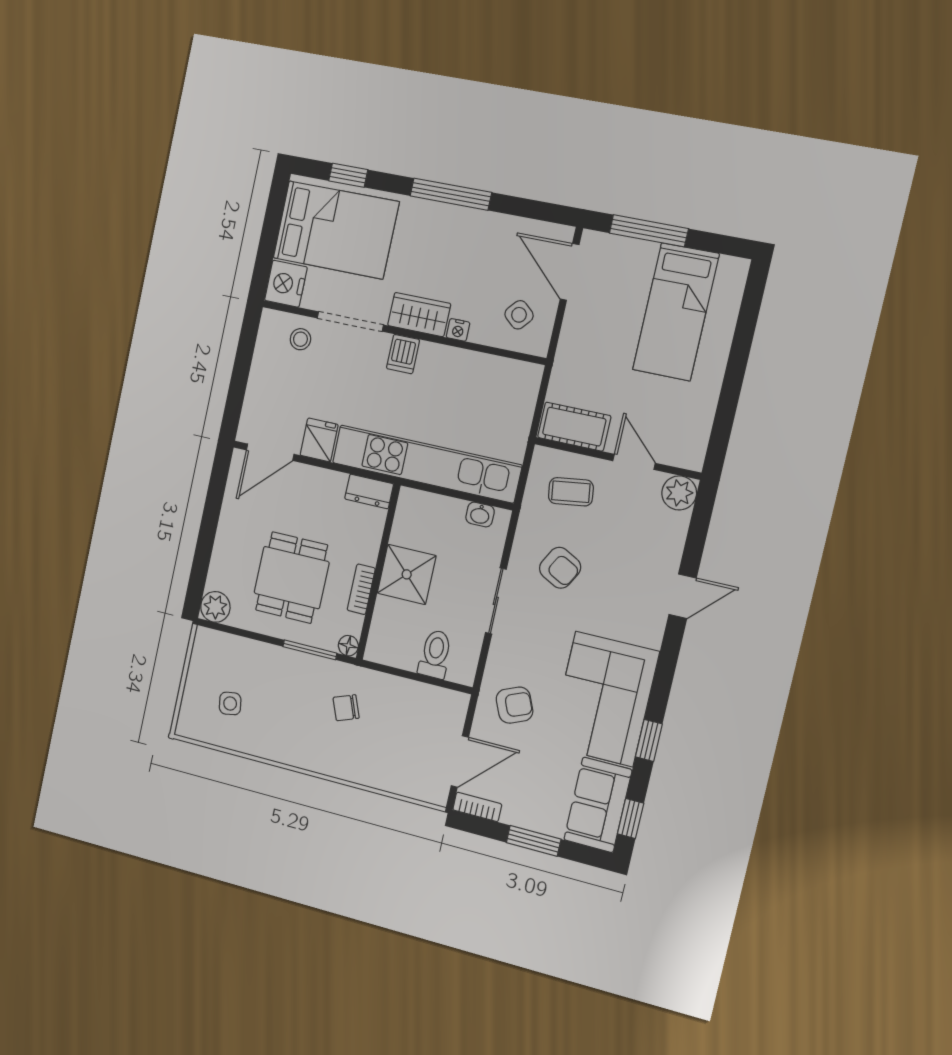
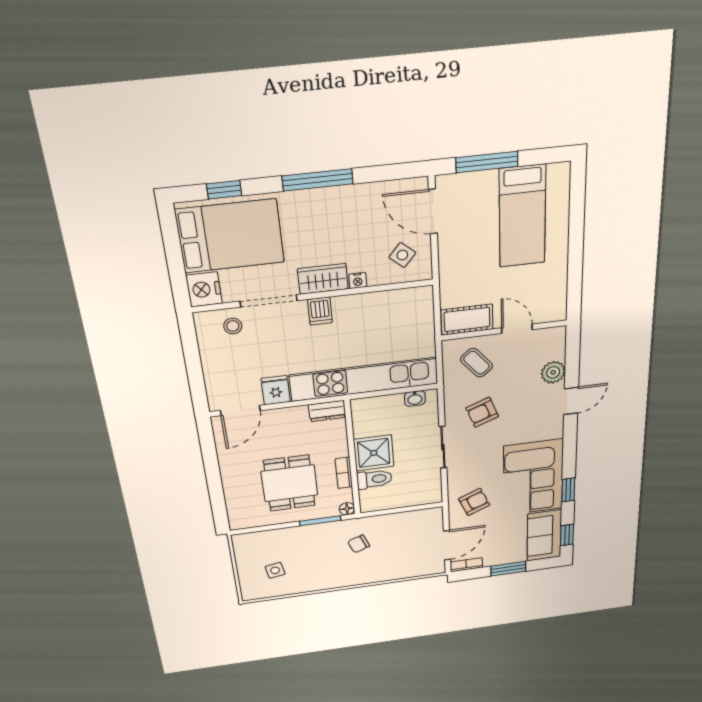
coffee table: (571, 492) -> (477, 363), turned 58
plant: (679, 493) -> (553, 372), moved
armchair: (560, 568) -> (482, 412), turned 131
plant: (215, 607) -> (240, 520), removed
toilet: (435, 654) -> (374, 479), moved, turned 90

